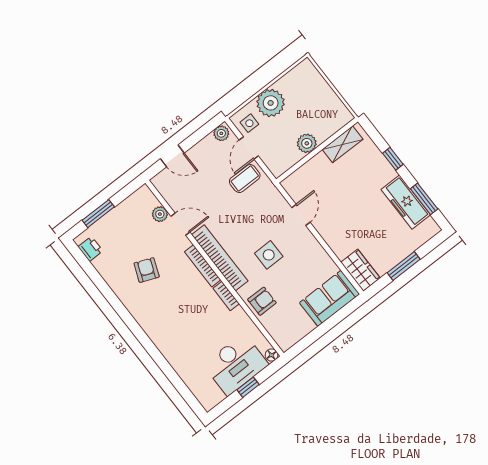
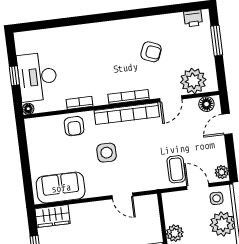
floor lamp: (165, 187) -> (206, 104), added
plant: (160, 214) -> (193, 81), width x1.88, depth x1.88
bookcase: (226, 296) -> (79, 103), moved
sofa: (330, 298) -> (61, 188), moved, turned -90

